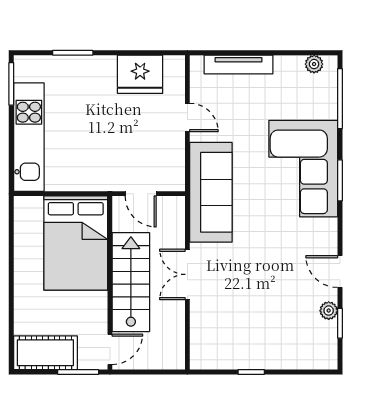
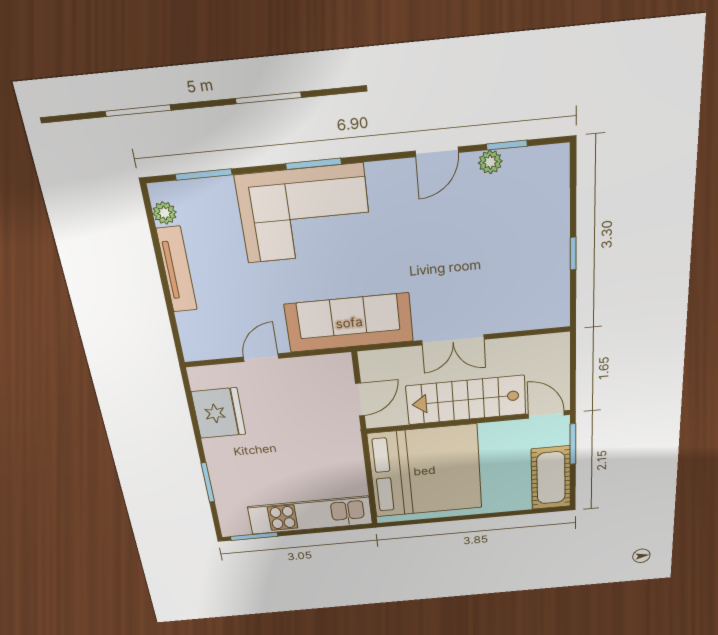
tv unit: (238, 64) -> (177, 270), moved
window: (340, 99) -> (204, 174), width x0.69
bed: (76, 243) -> (425, 471), width x1.36

